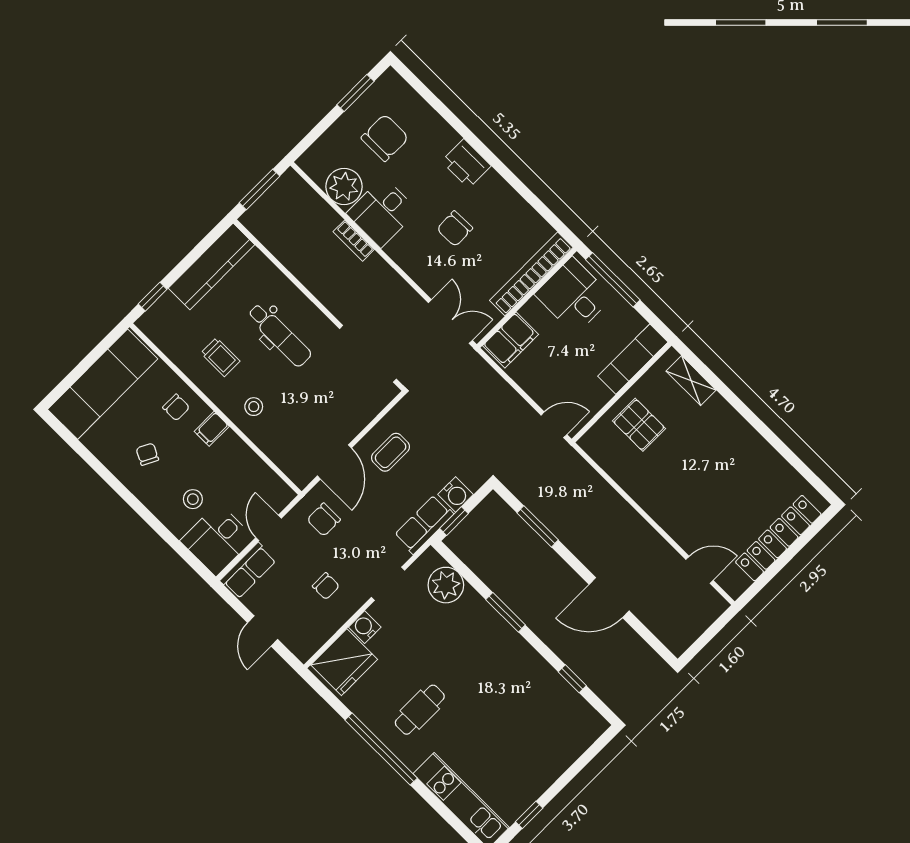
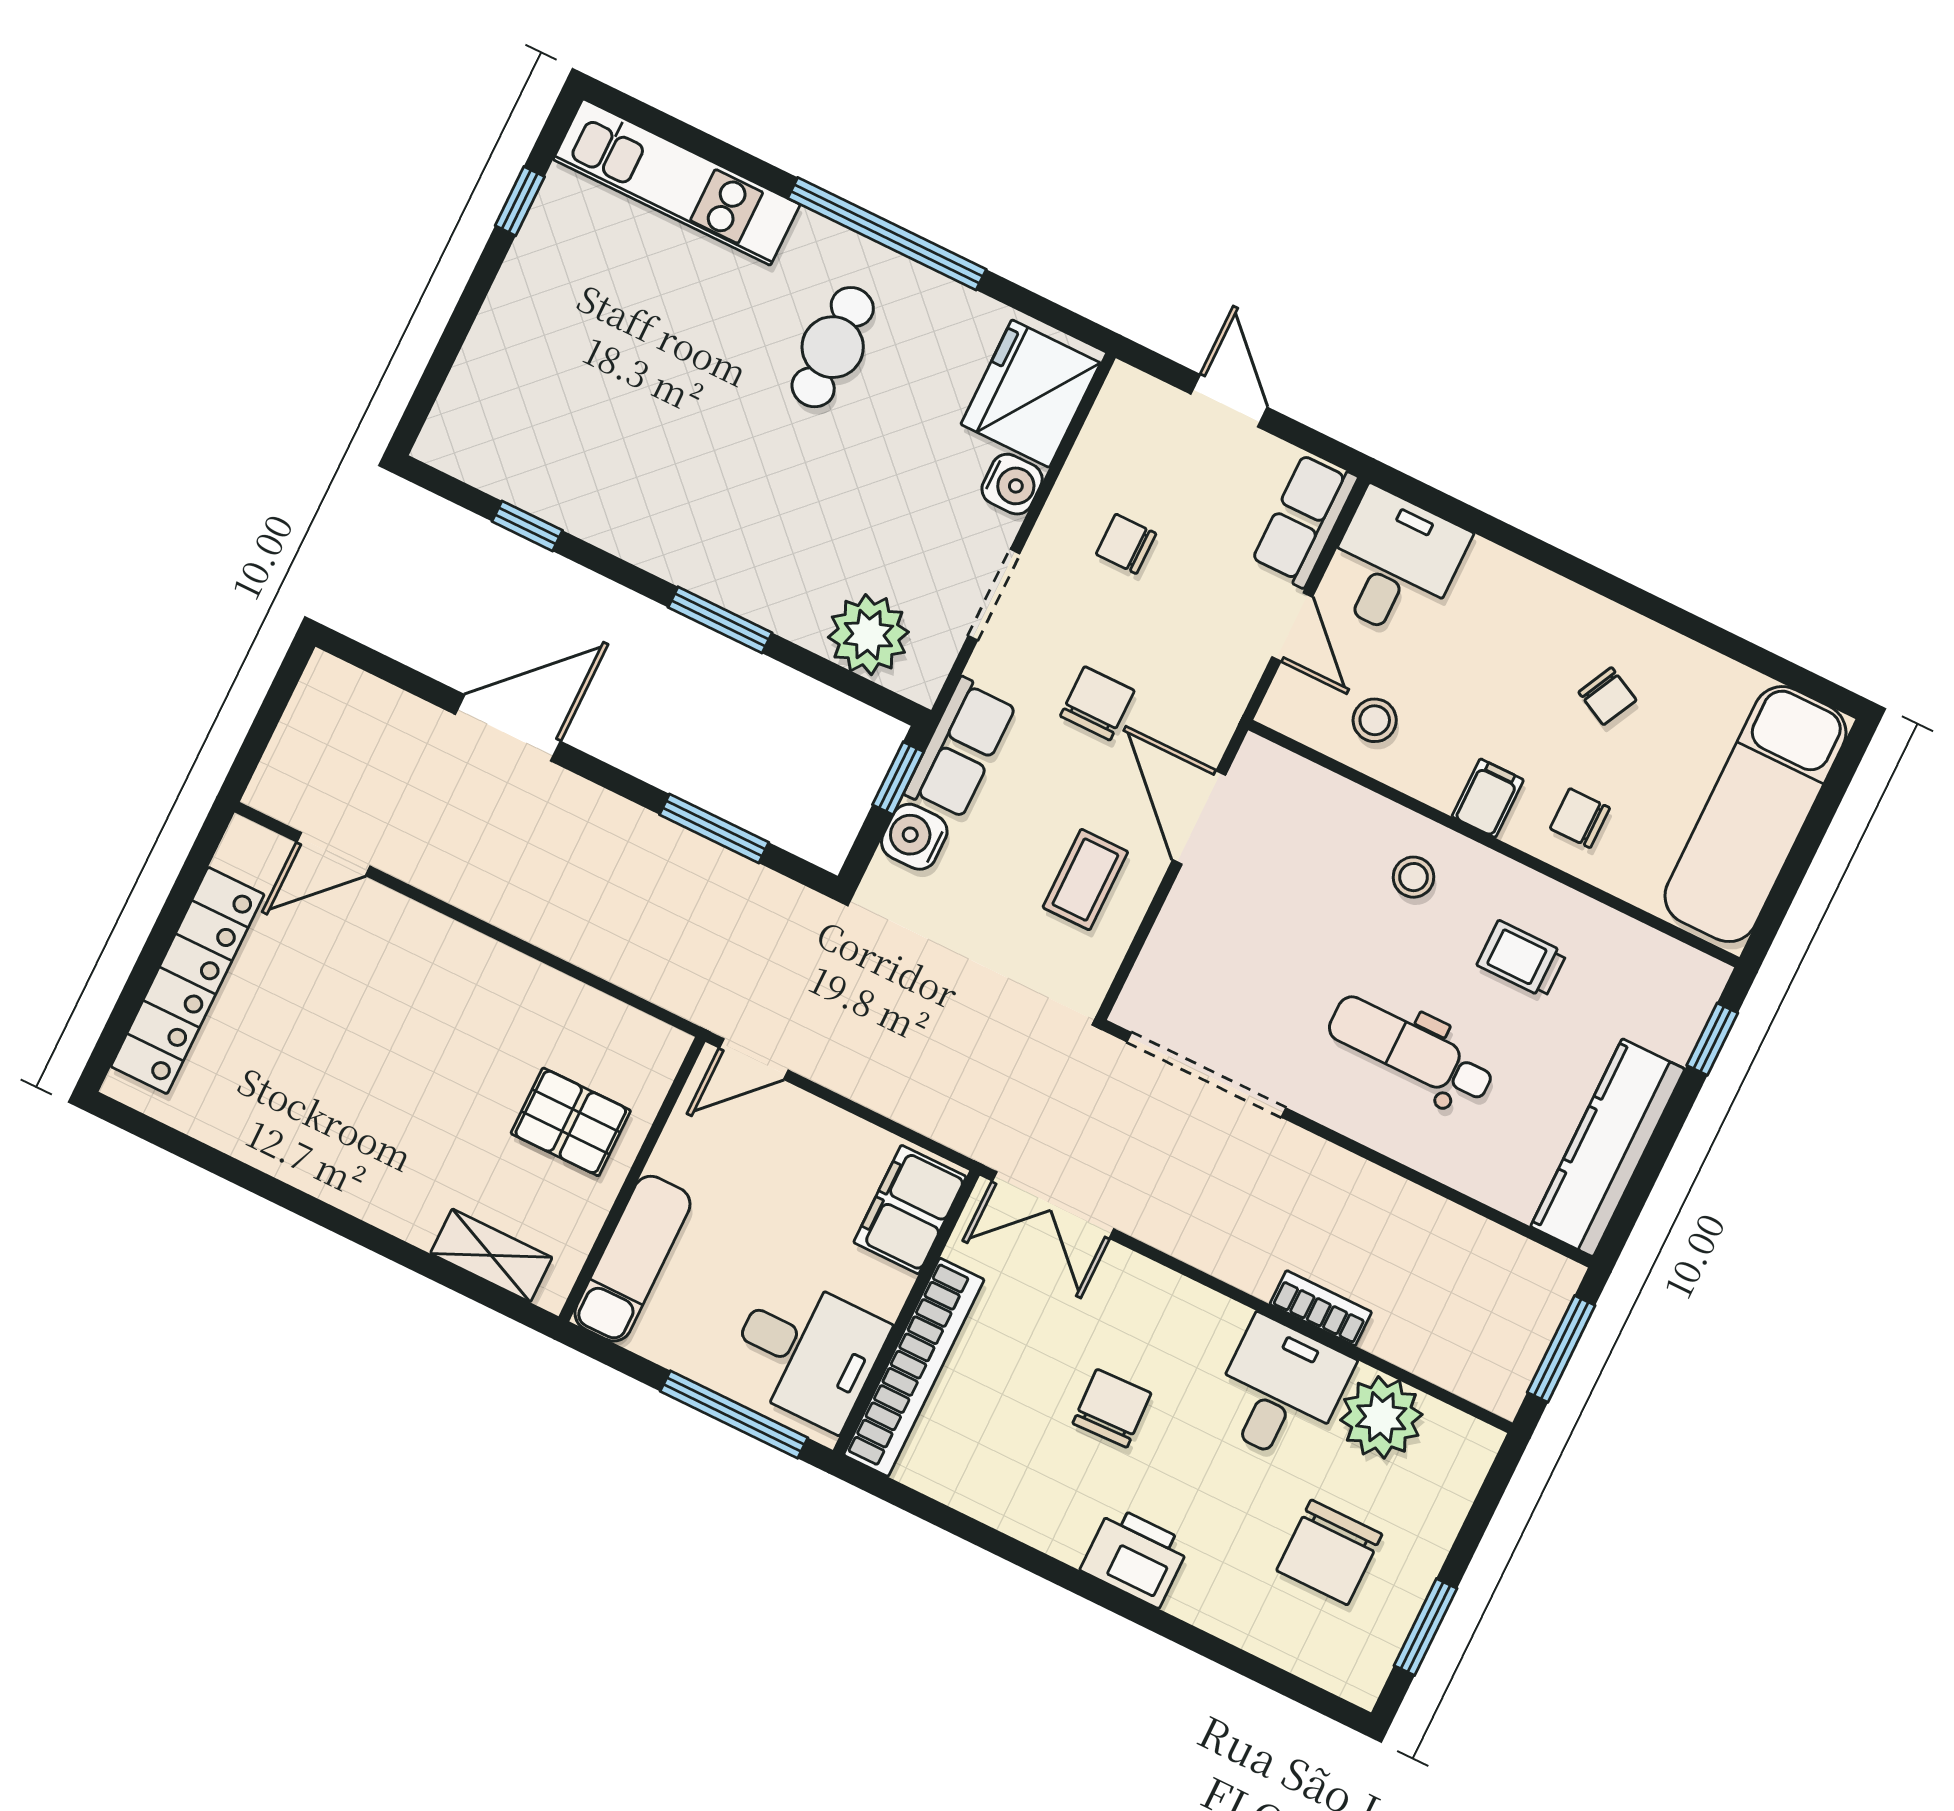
stool: (193, 499) -> (1375, 720), moved
chair: (324, 520) -> (1097, 703), moved

